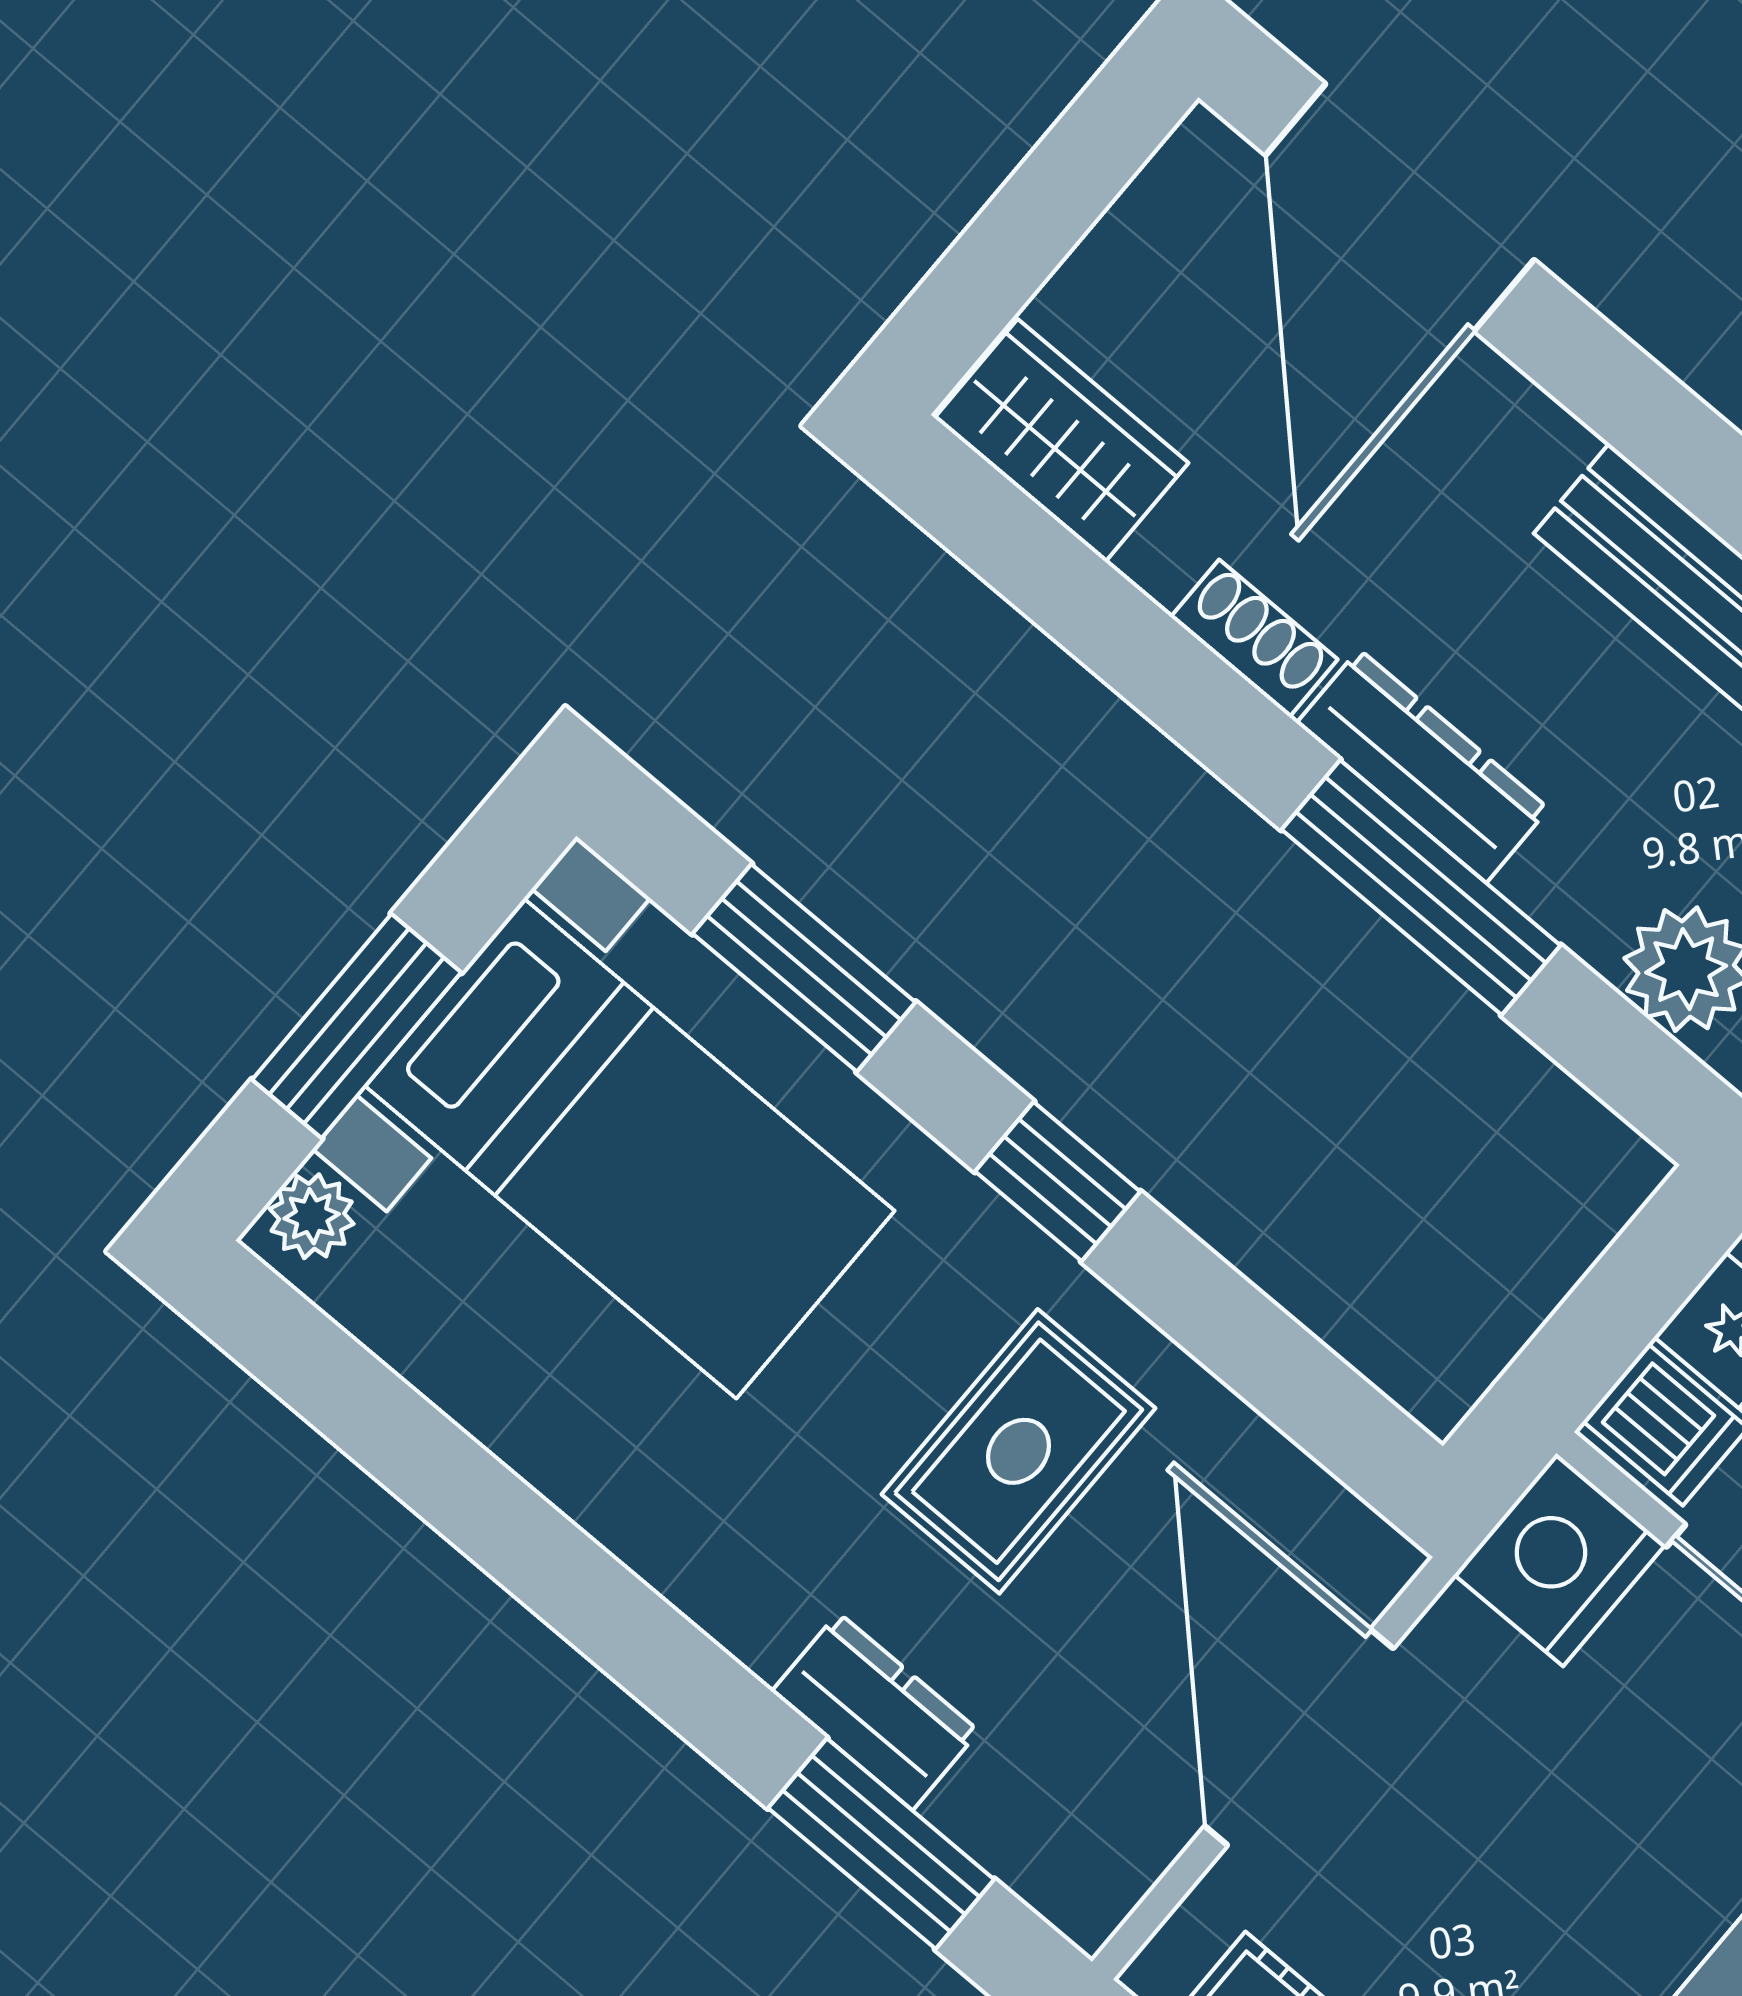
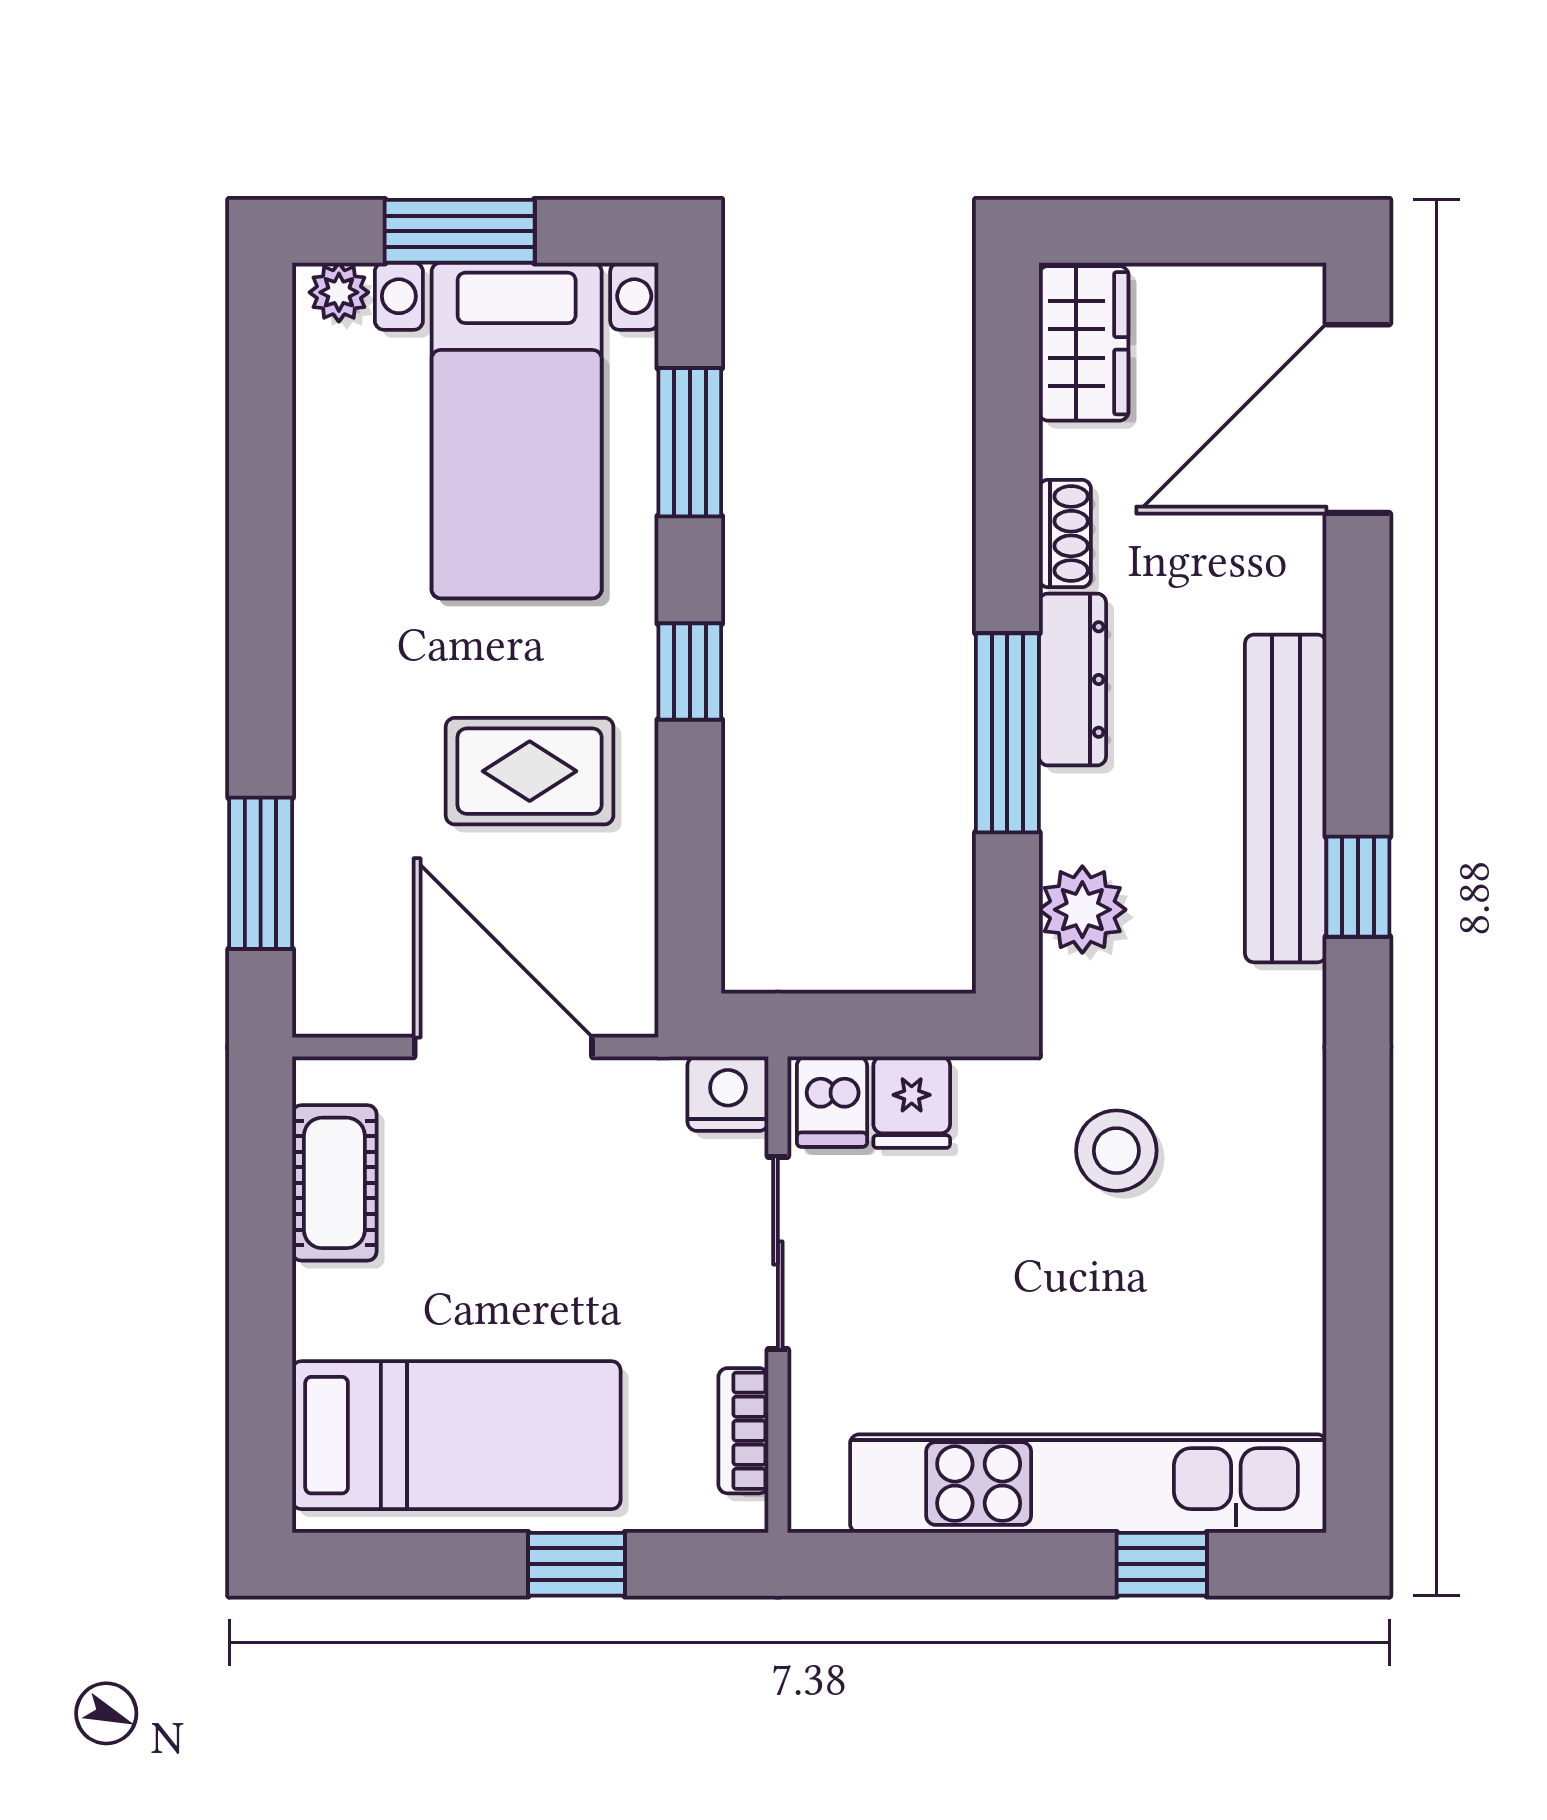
nightstand: (1560, 1560) -> (728, 1094), width x0.74, depth x0.75
dresser: (875, 1711) -> (328, 811), removed
door: (1299, 1737) -> (503, 1047), hinge flipped

